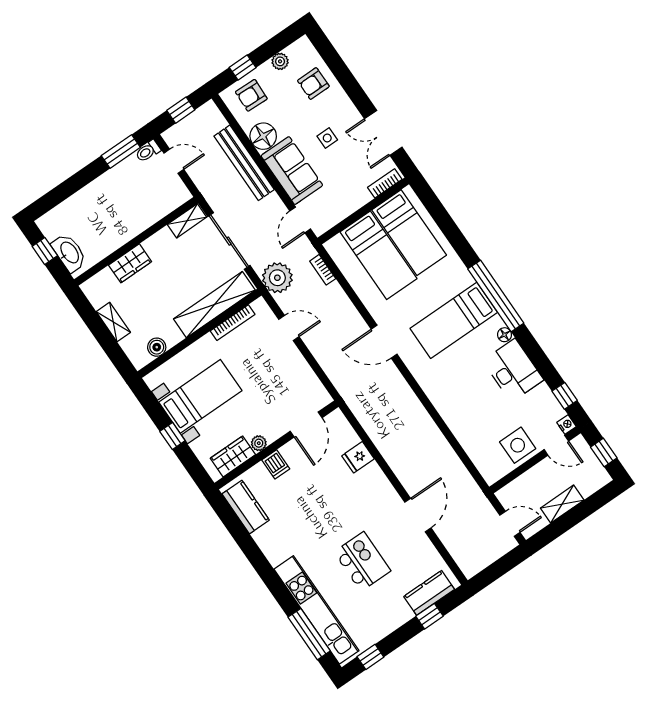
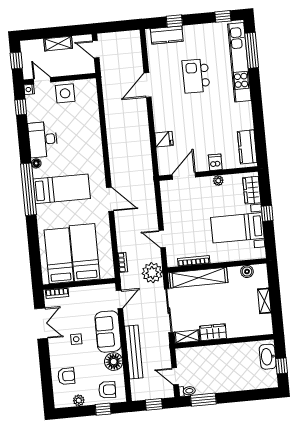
wardrobe: (130, 263) -> (213, 332), moved
wardrobe: (233, 456) -> (252, 190), moved, turned 90

